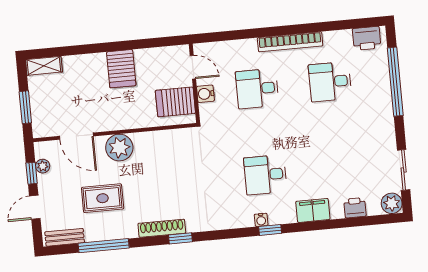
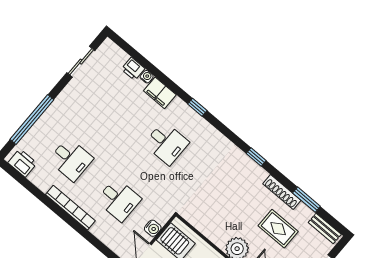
plant: (392, 203) -> (108, 49), removed
water cooler: (261, 220) -> (147, 77), moved
shoe rack: (162, 228) -> (282, 192), moved
window: (104, 246) -> (306, 200), width x0.69

